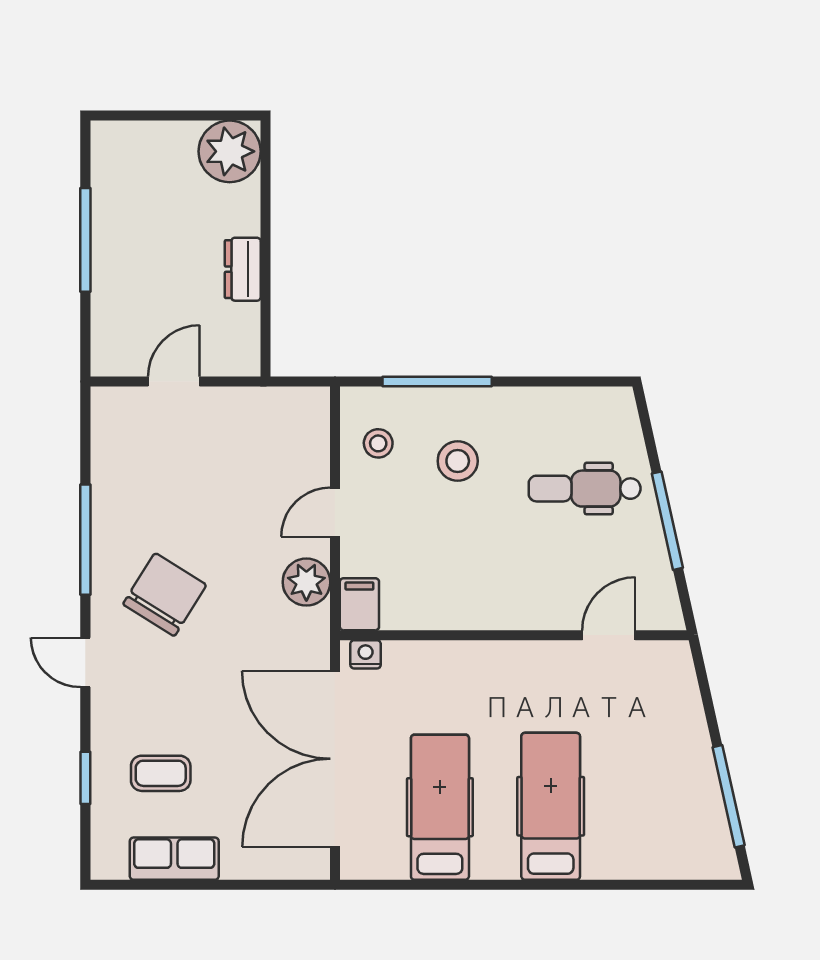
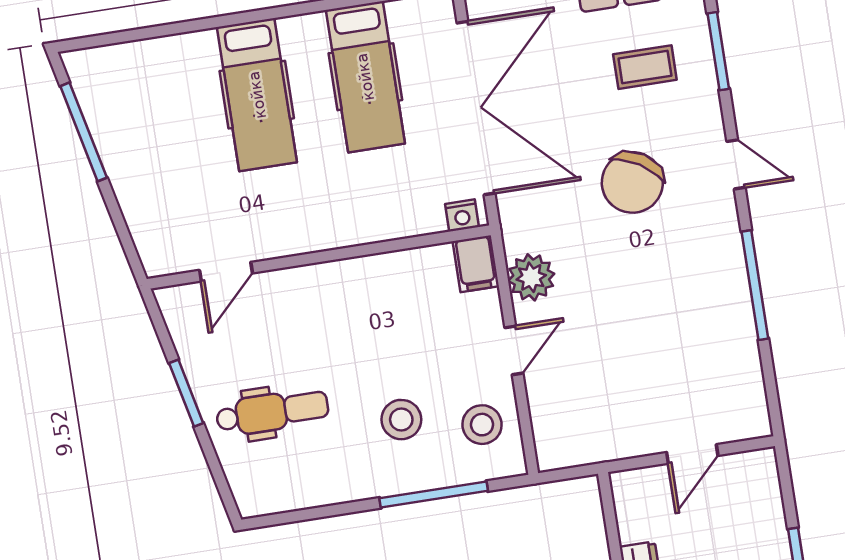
stool: (378, 443) -> (482, 425), width x1.37, depth x1.37
window: (667, 521) -> (186, 393), width x0.69
chair: (165, 595) -> (632, 182), moved
window: (85, 778) -> (718, 51), width x1.50

